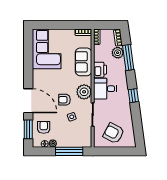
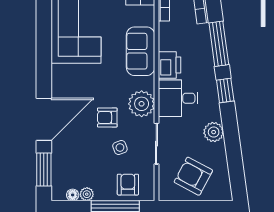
plant: (118, 53) -> (214, 132), moved
window: (133, 96) -> (225, 90), moved
door: (28, 101) -> (44, 119), hinge flipped
armchair: (44, 127) -> (128, 185), moved

